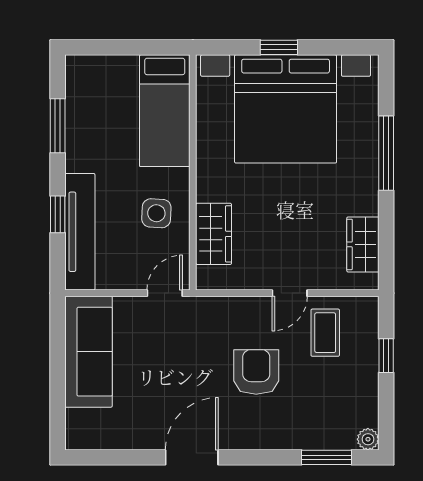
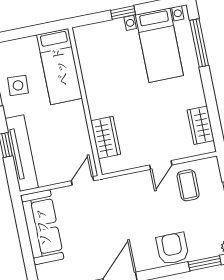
bed with nightstands: (286, 109) -> (159, 45), width x0.54
window: (386, 153) -> (199, 43), moved
side table: (156, 213) -> (18, 85), moved
armchair: (256, 372) -> (172, 248), moved

